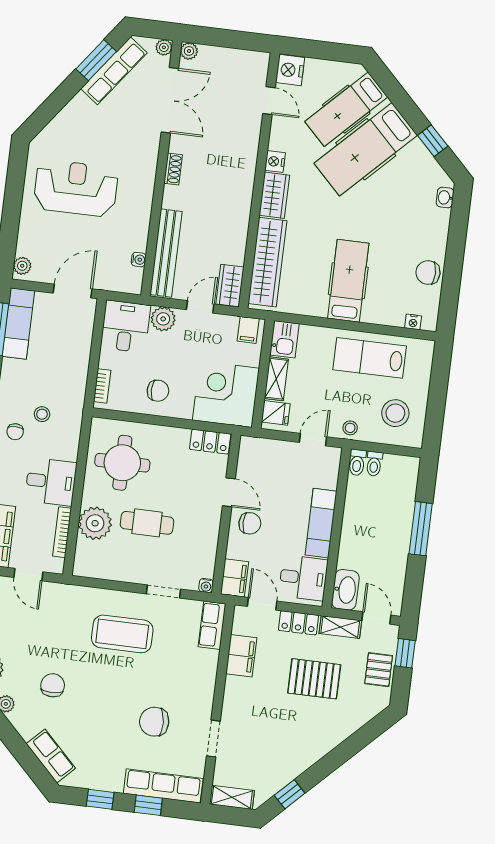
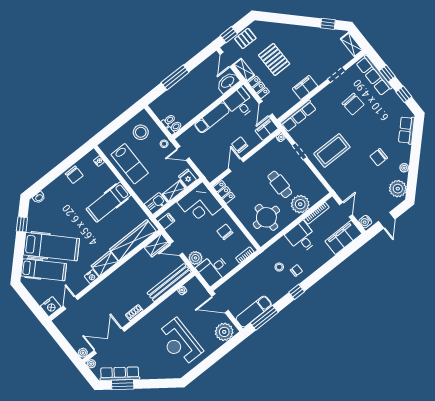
plant: (22, 266) -> (224, 332), width x1.87, depth x1.87
row of seats: (212, 625) -> (298, 116), width x1.48
coffee table: (122, 634) -> (332, 150), turned 90
filing cabinet: (241, 656) -> (305, 87), moved

